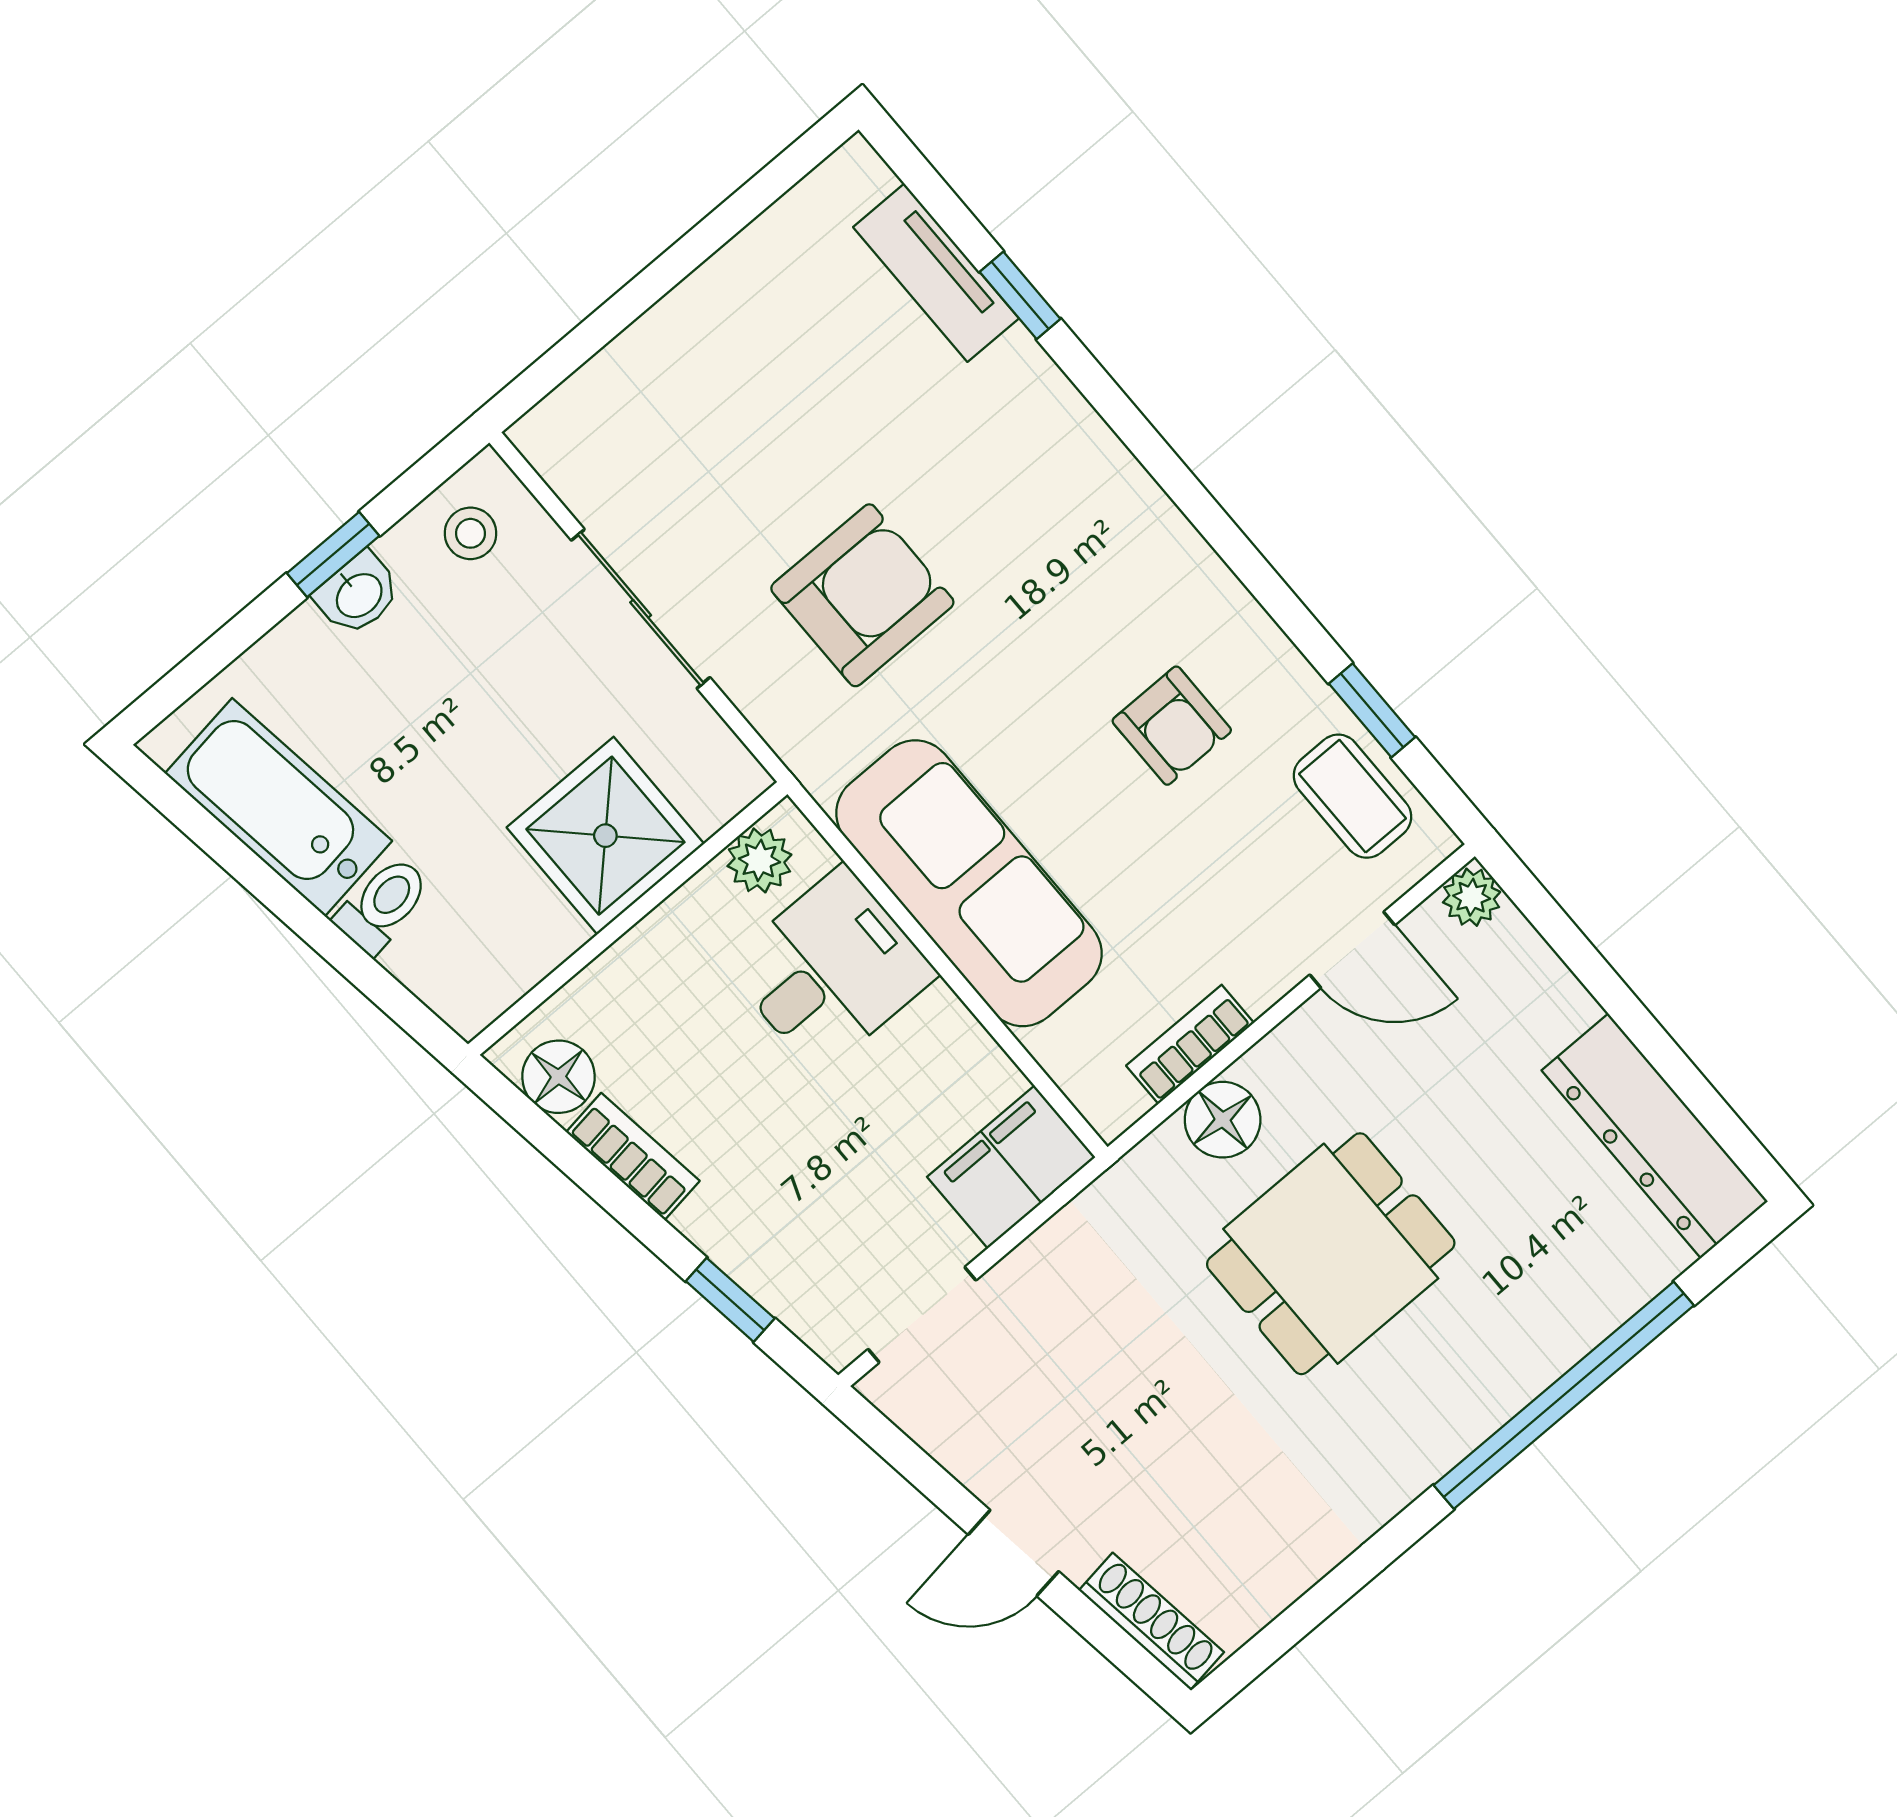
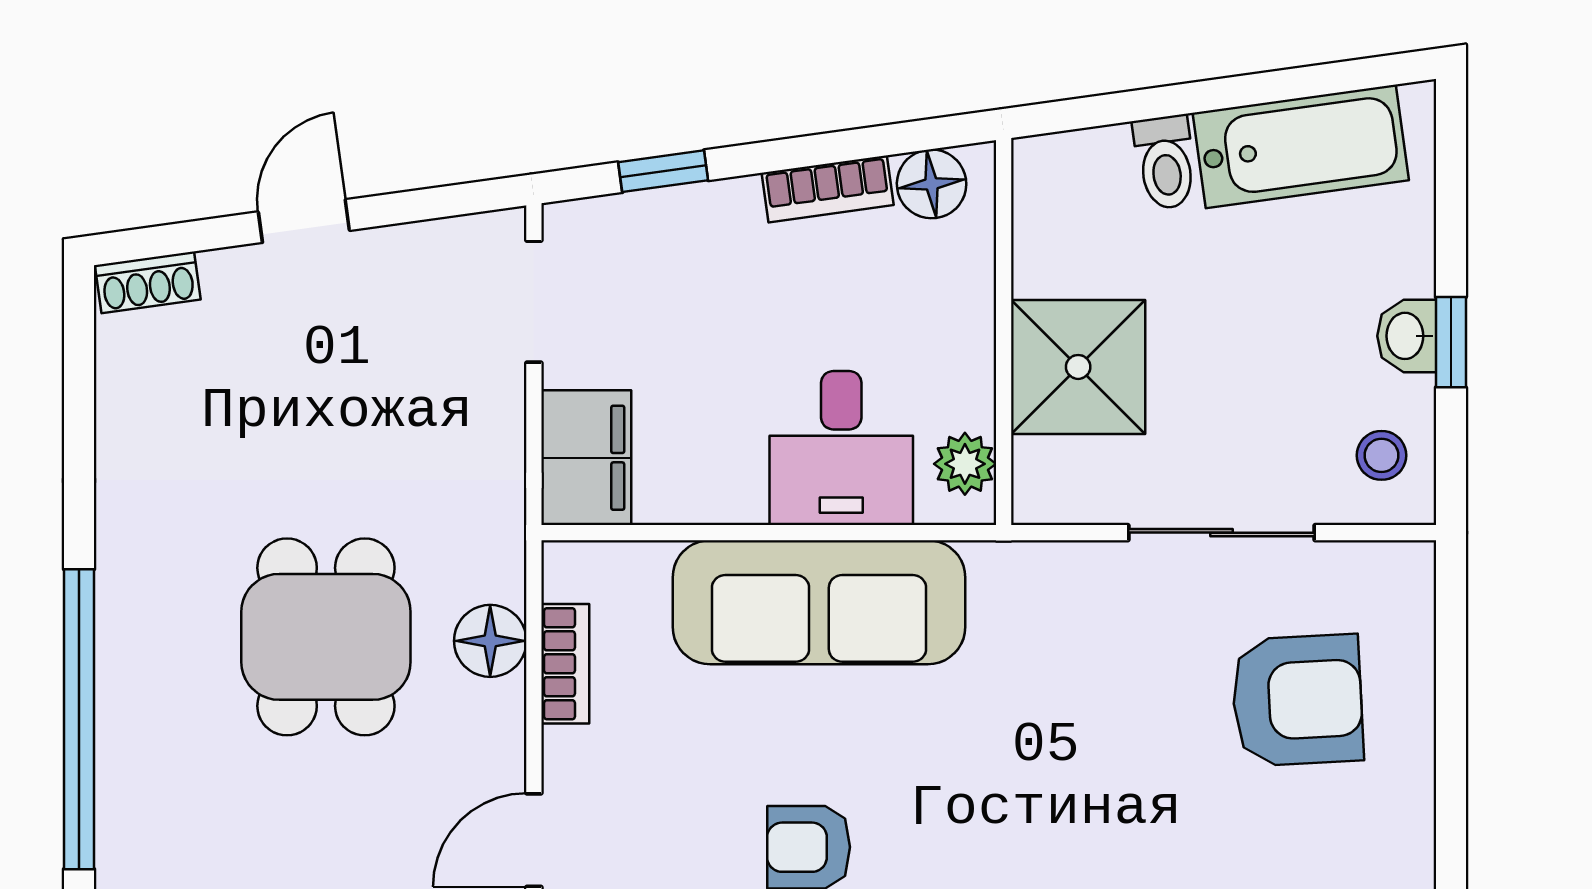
armchair: (862, 595) -> (1297, 700), moved, turned -93
shoe rack: (1151, 1621) -> (148, 282), width x0.70

